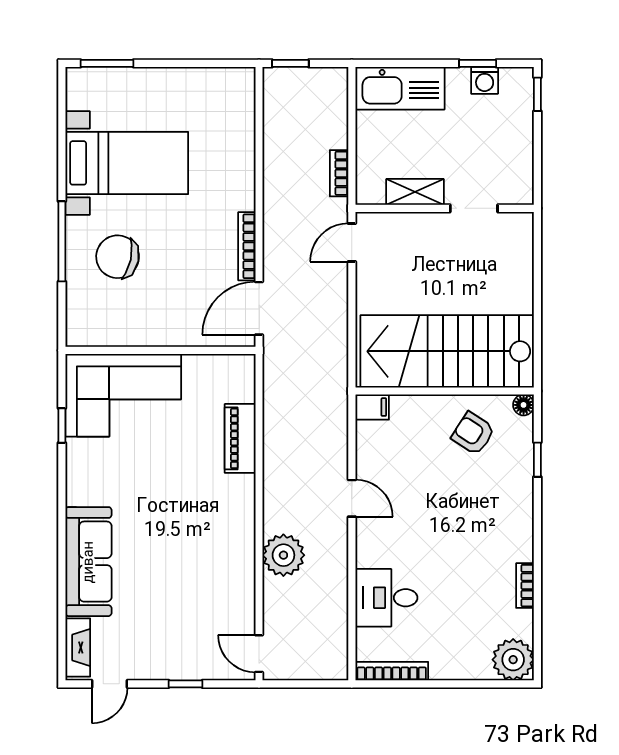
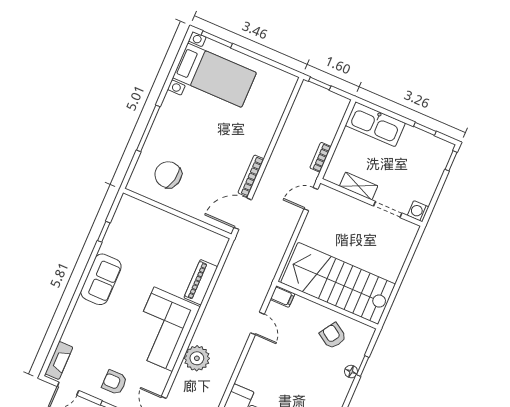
washing machine: (485, 80) -> (418, 211), moved, turned 90
bed with nightstands: (127, 163) -> (214, 75), moved
chair: (118, 257) -> (168, 175), moved
corner sofa: (123, 395) -> (163, 329), moved, turned 90
floor lamp: (524, 405) -> (351, 372), moved
door: (352, 498) -> (257, 323), moved
sofa: (88, 562) -> (101, 279), moved, width x0.73
armchair: (175, 644) -> (114, 382), added

